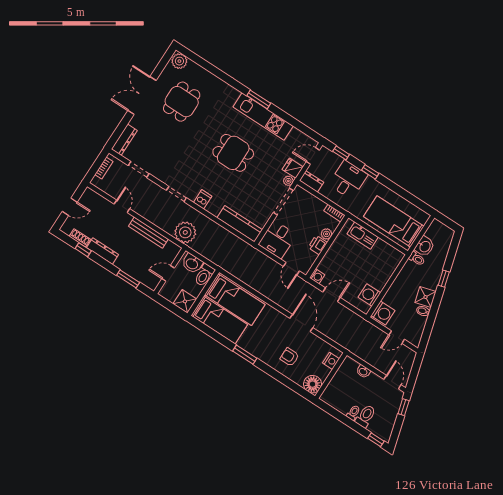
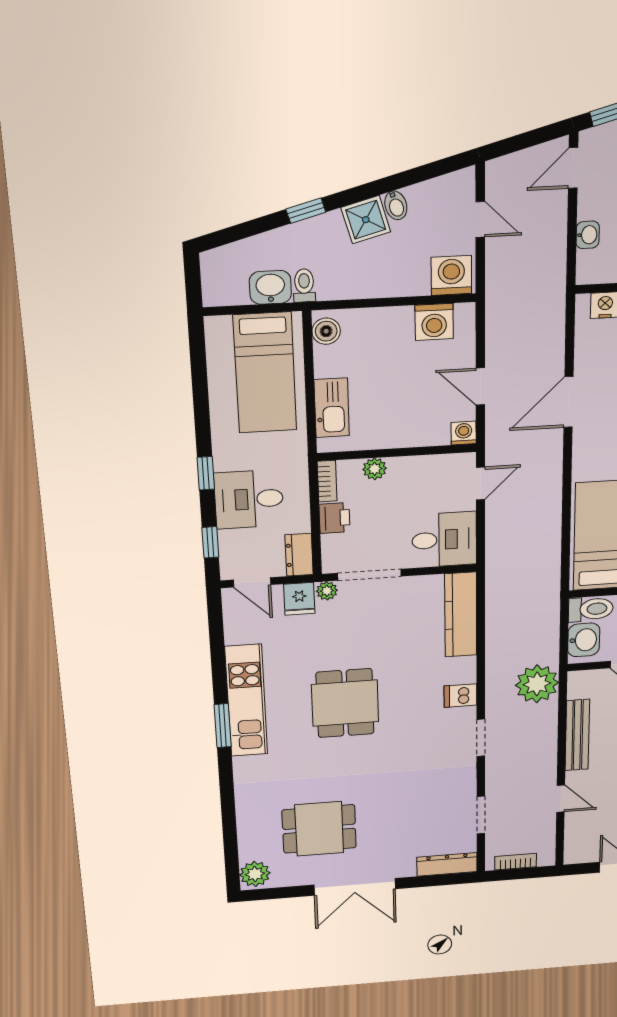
door: (122, 206) -> (561, 799), swing flipped
printer: (318, 245) -> (334, 518), moved, turned -90
boiler: (394, 254) -> (326, 331), added

